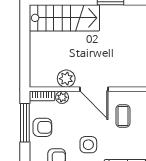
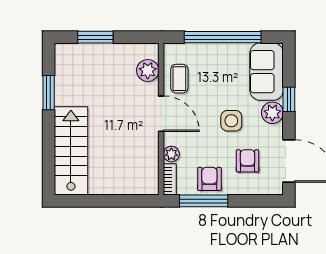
plant: (66, 79) -> (148, 70), moved
door: (94, 89) -> (161, 114), hinge flipped
coffee table: (123, 116) -> (179, 79), moved, turned 90

